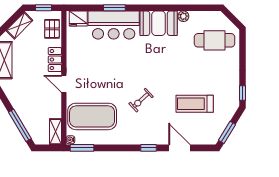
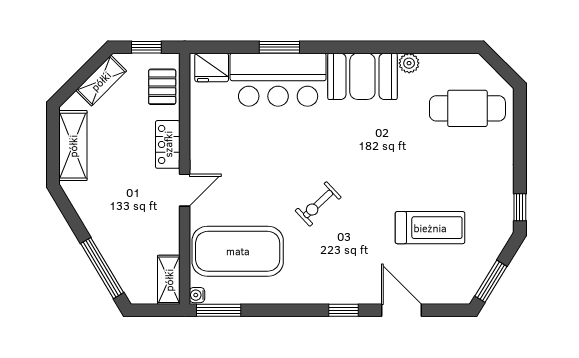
door: (64, 84) -> (185, 190), swing flipped
exercise bike: (141, 100) -> (318, 204), moved
treadmill: (195, 104) -> (430, 228), turned 180

